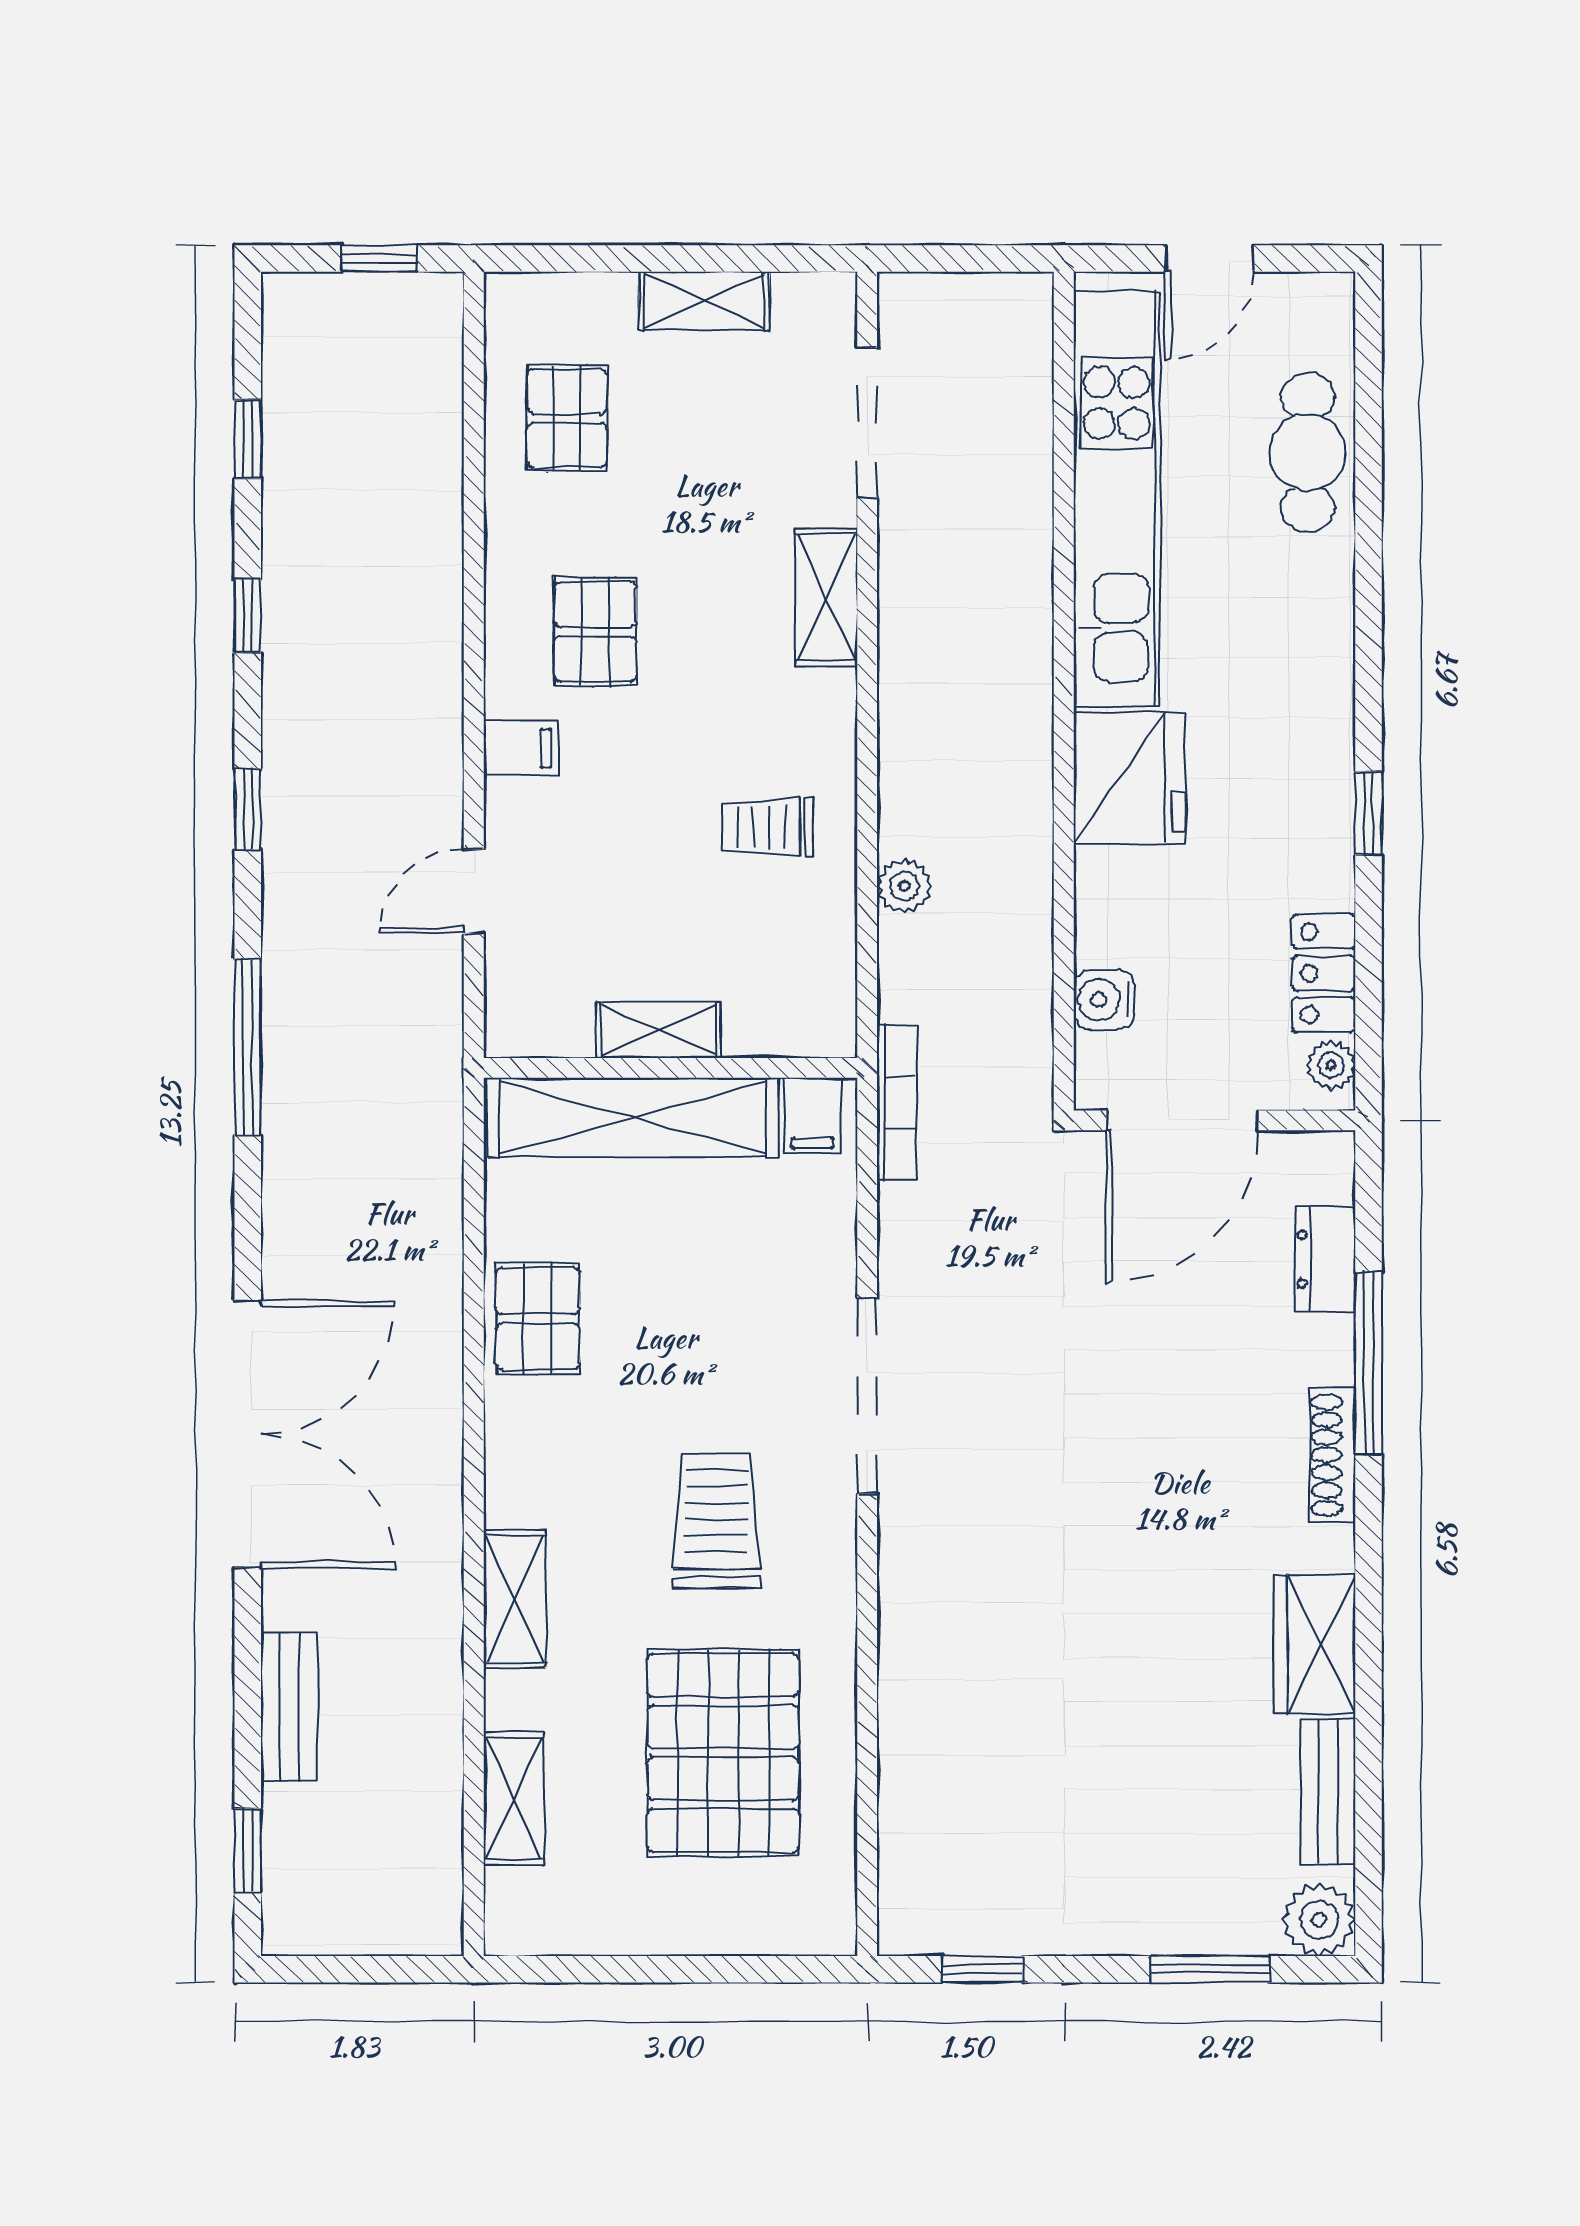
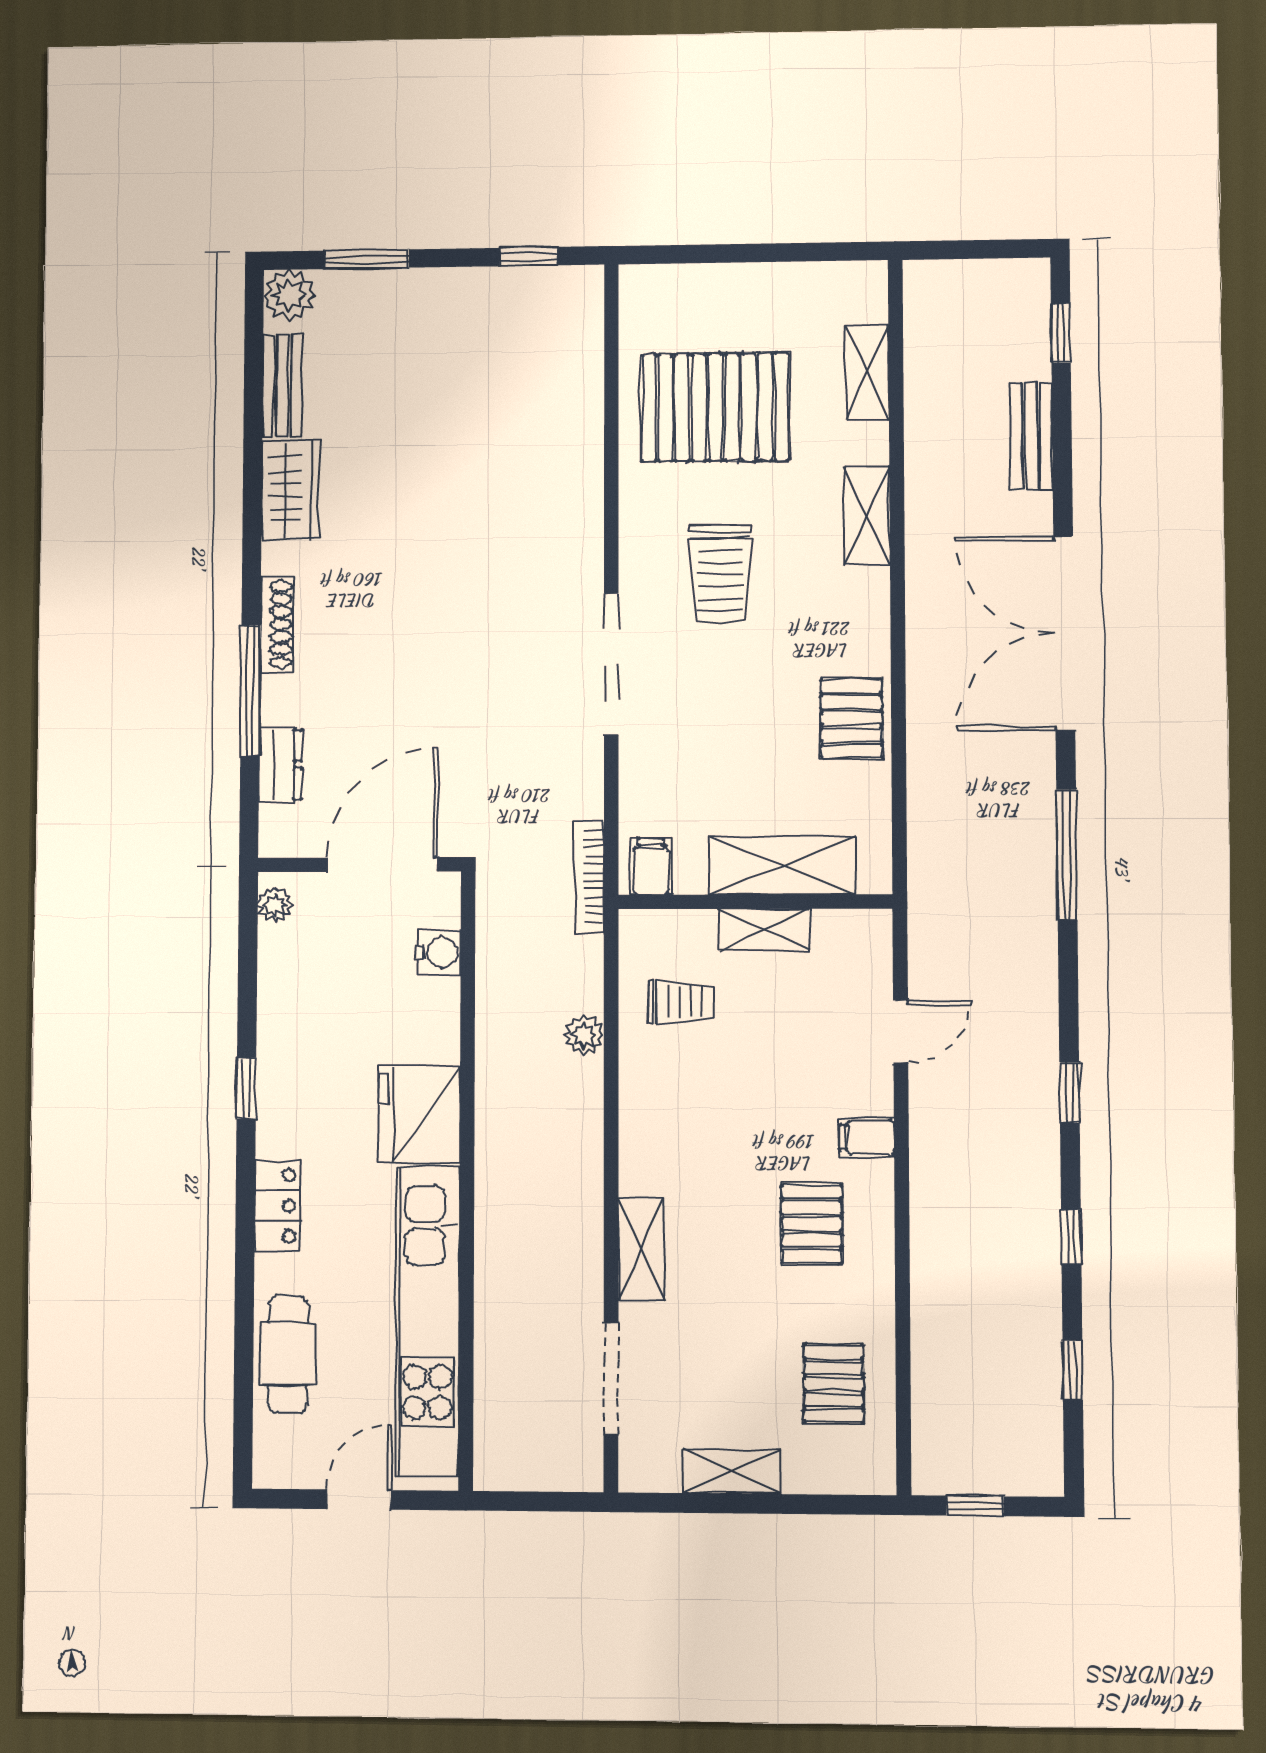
trolley: (767, 827) -> (681, 1002), moved
locker: (1324, 973) -> (278, 1206), moved
window: (248, 1047) -> (1067, 855), moved
shelving: (633, 1117) -> (782, 865), width x0.68
pallet: (723, 1753) -> (715, 407), turned 90

